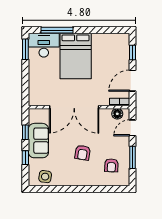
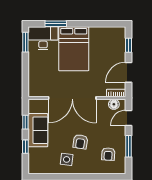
window: (57, 30) -> (56, 24), width x0.69
side table: (45, 177) -> (67, 159), moved

